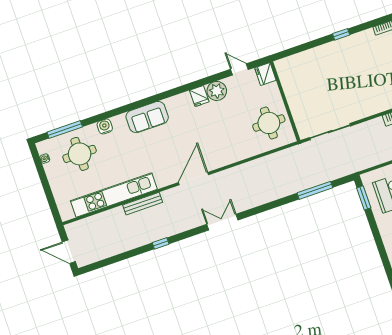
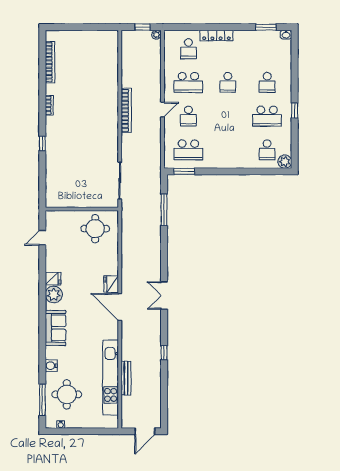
fridge: (265, 74) -> (111, 284), moved, turned 90
plant: (217, 91) -> (54, 294), moved
bench: (143, 204) -> (126, 378), moved

